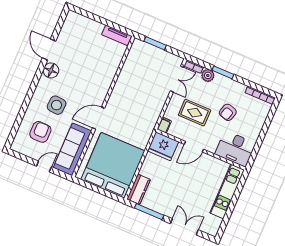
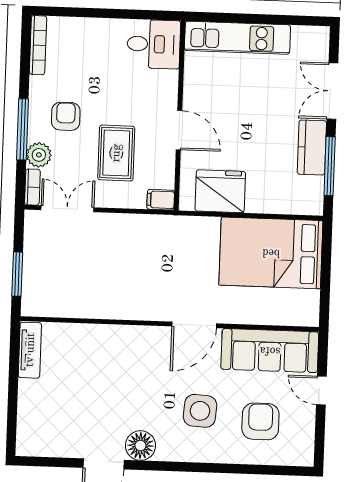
window: (223, 72) -> (23, 129), width x1.44
armchair: (228, 112) -> (66, 116), moved, turned -106
door: (98, 118) -> (194, 325), hinge flipped
armchair: (40, 132) -> (260, 421), turned 90
fridge: (163, 146) -> (220, 191), moved, turned -90
desk: (235, 149) -> (154, 44), width x0.73
bed: (113, 165) -> (271, 253), width x0.73
kitchen counter: (139, 189) -> (312, 147), moved, turned -90

